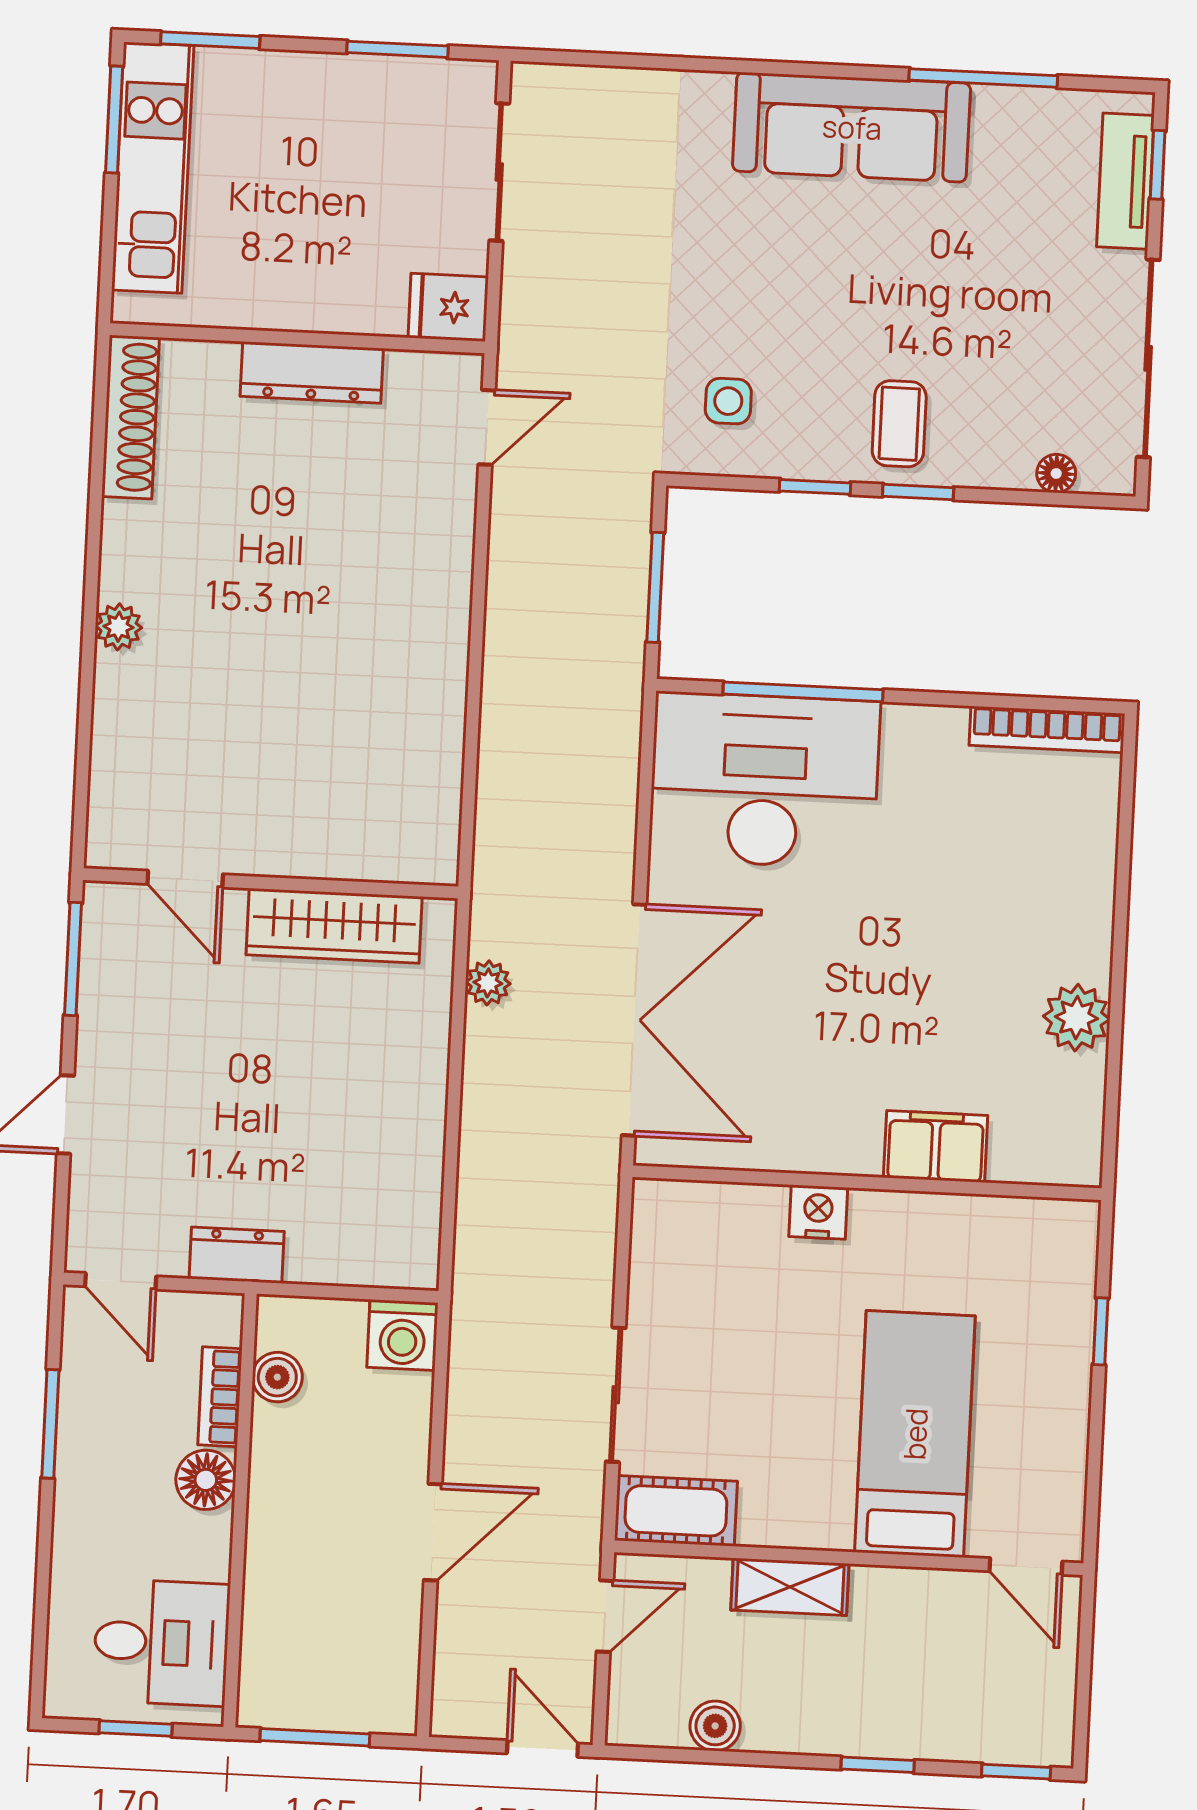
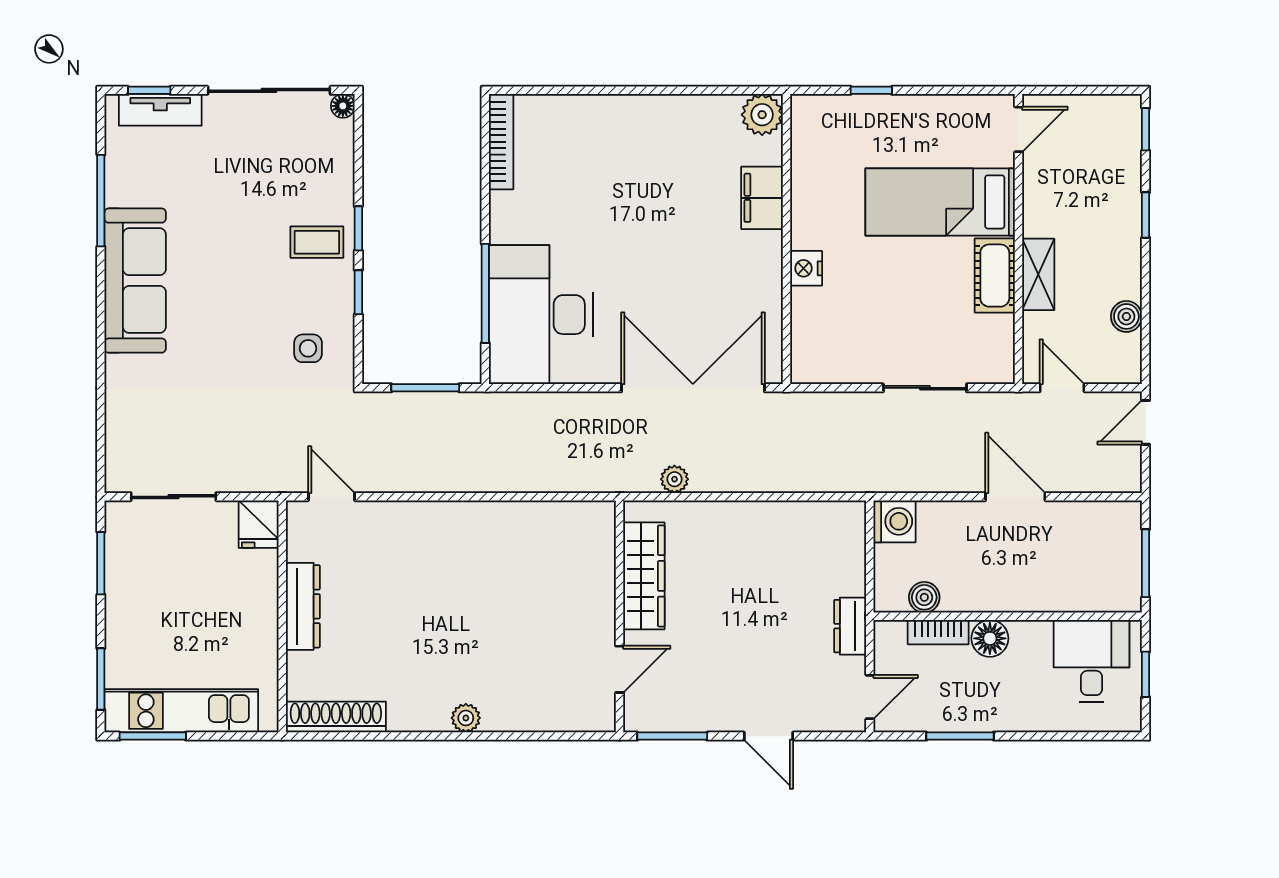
floor lamp: (1056, 473) -> (343, 106), moved
plant: (1077, 1018) -> (762, 115), moved
cot: (676, 1511) -> (995, 276), moved

